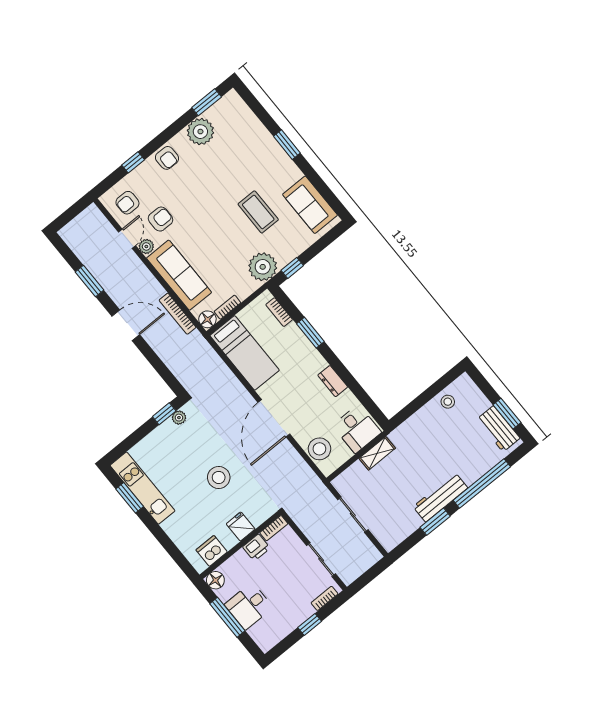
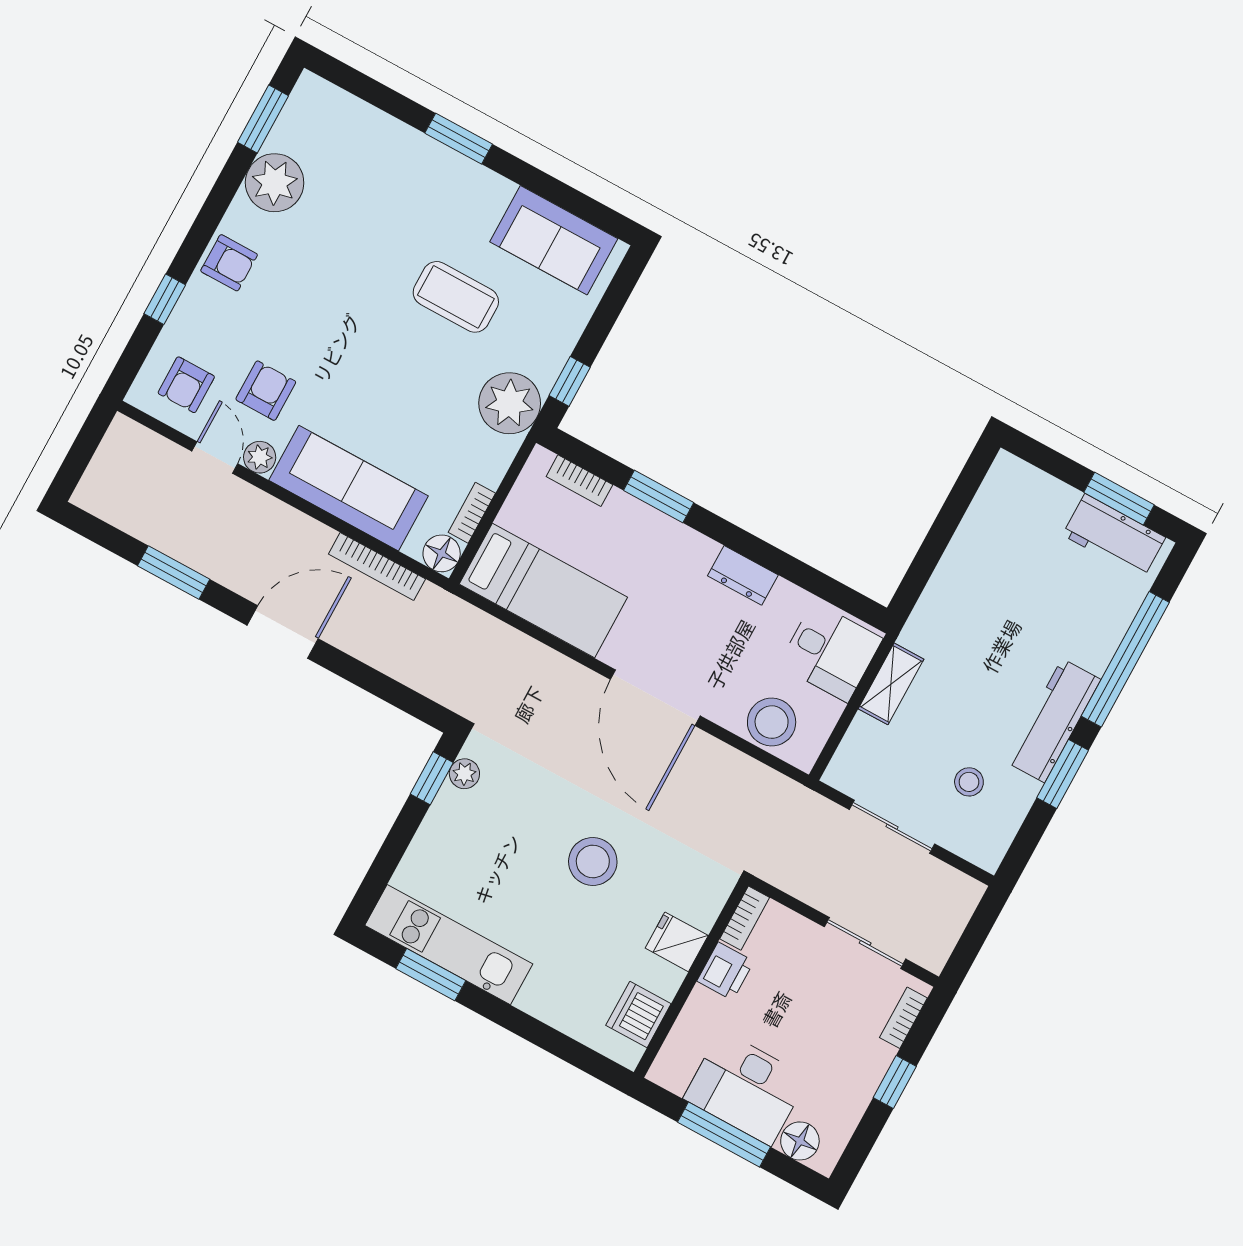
stool: (448, 402) -> (969, 782), moved
floor lamp: (215, 580) -> (800, 1141), moved
desk: (249, 606) -> (746, 1088), width x1.37

